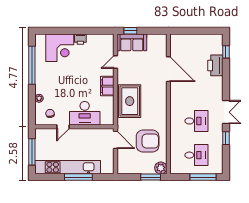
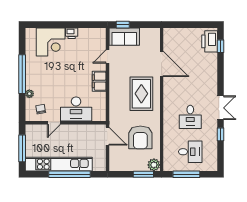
window: (32, 65) -> (22, 74), moved
printer: (215, 65) -> (210, 41), moved
rug: (130, 101) -> (141, 94), moved
desk: (196, 121) -> (190, 117), turned 90
armchair: (148, 141) -> (140, 137), turned 90
window: (78, 177) -> (70, 174), width x1.46
window: (203, 177) -> (186, 174), moved

